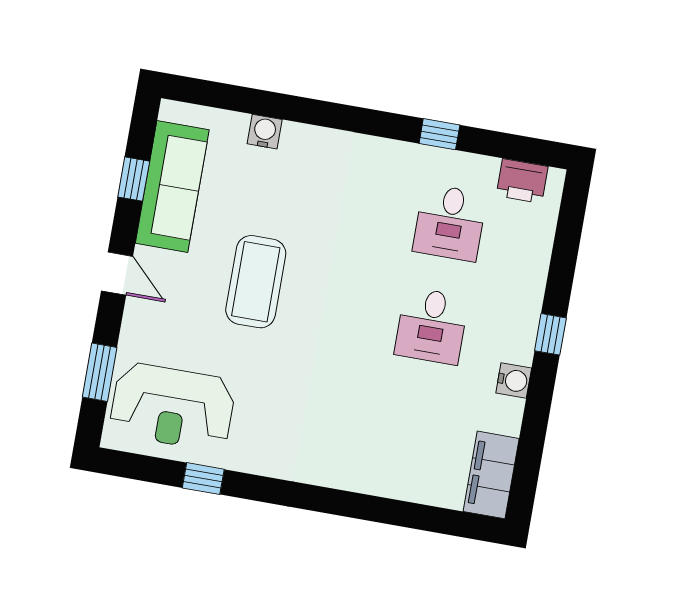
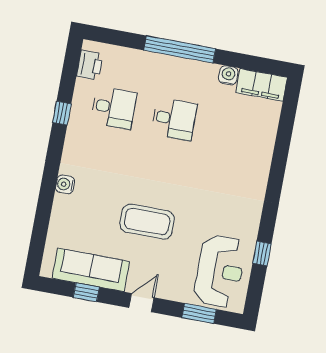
water cooler: (265, 132) -> (65, 184), moved
window: (550, 334) -> (180, 49), width x3.17
water cooler: (514, 380) -> (228, 75), moved

